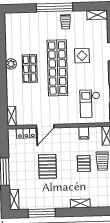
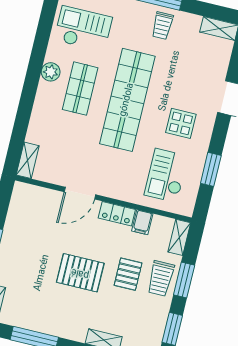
checkout: (22, 35) -> (83, 29), added
display table: (82, 56) -> (181, 123), moved
locker: (26, 133) -> (117, 214), moved
pallet: (47, 166) -> (80, 273), moved, turned 90

